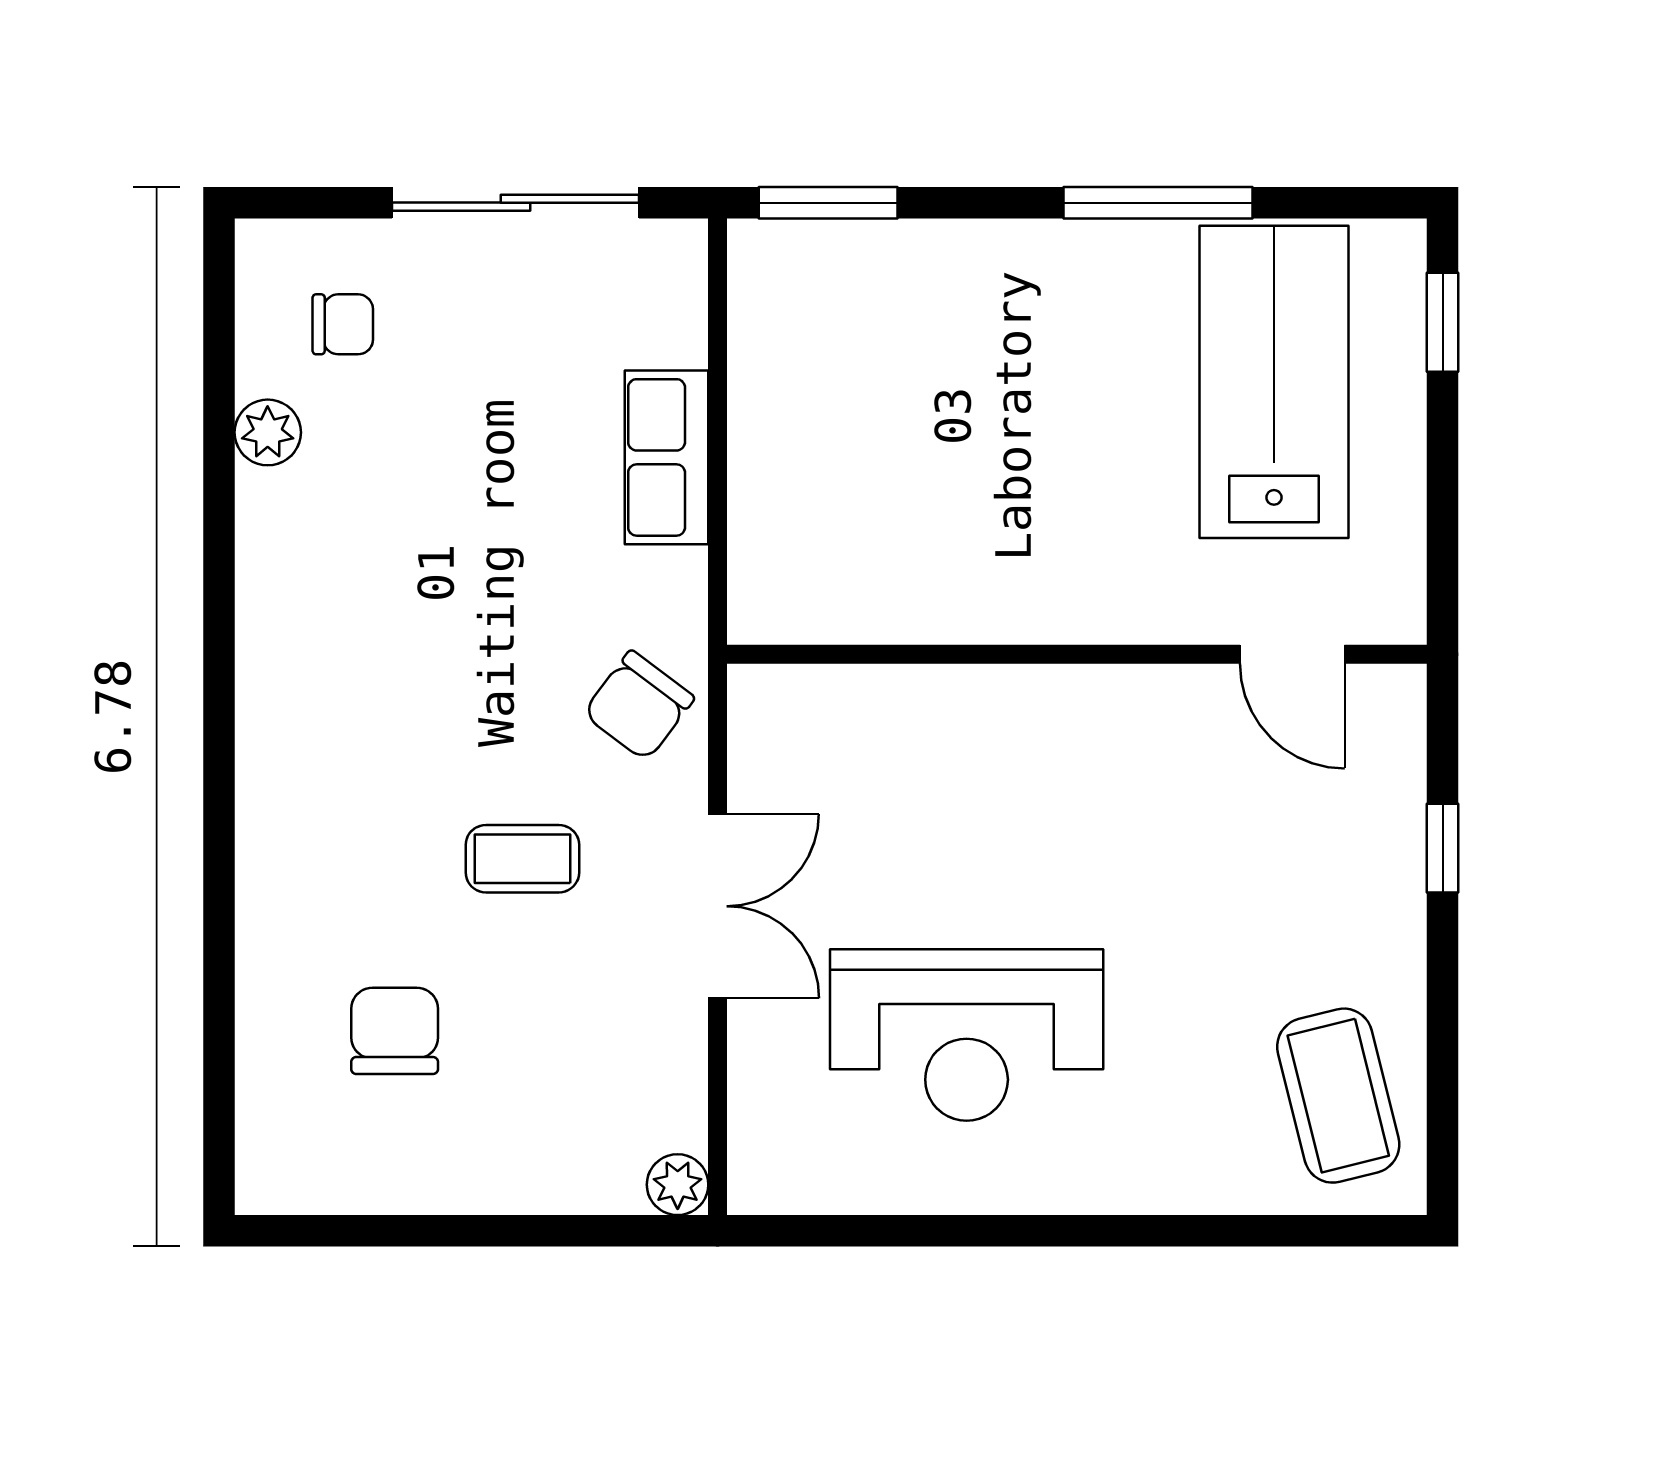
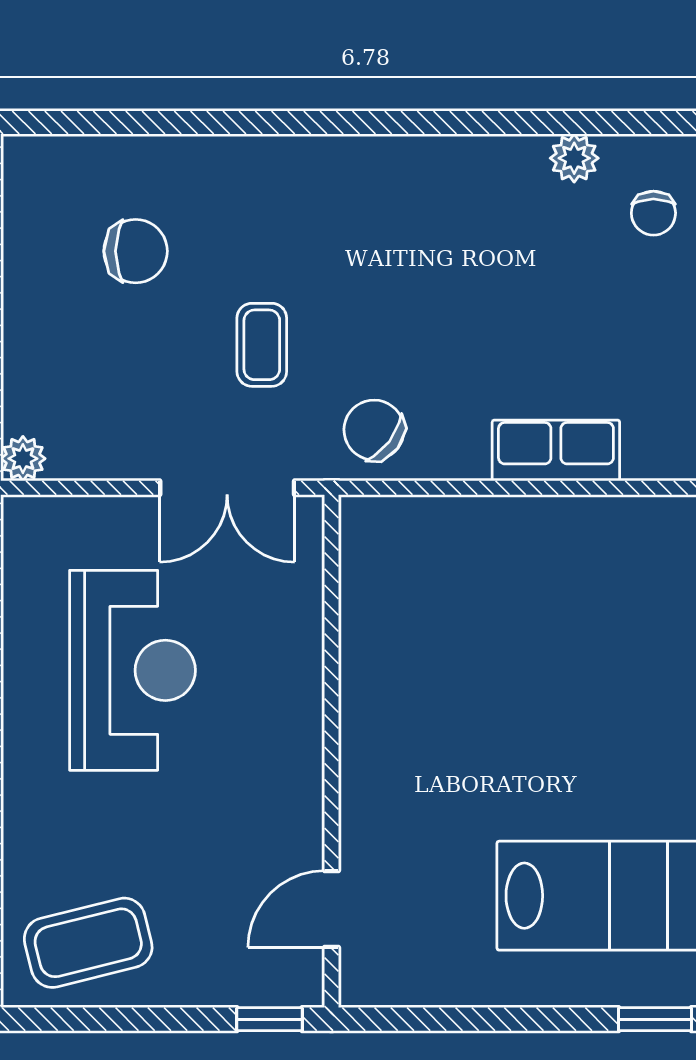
wall: (1077, 654) -> (331, 751), moved
door: (1292, 654) -> (331, 909), moved
reception desk: (967, 1035) -> (133, 670), turned 180

